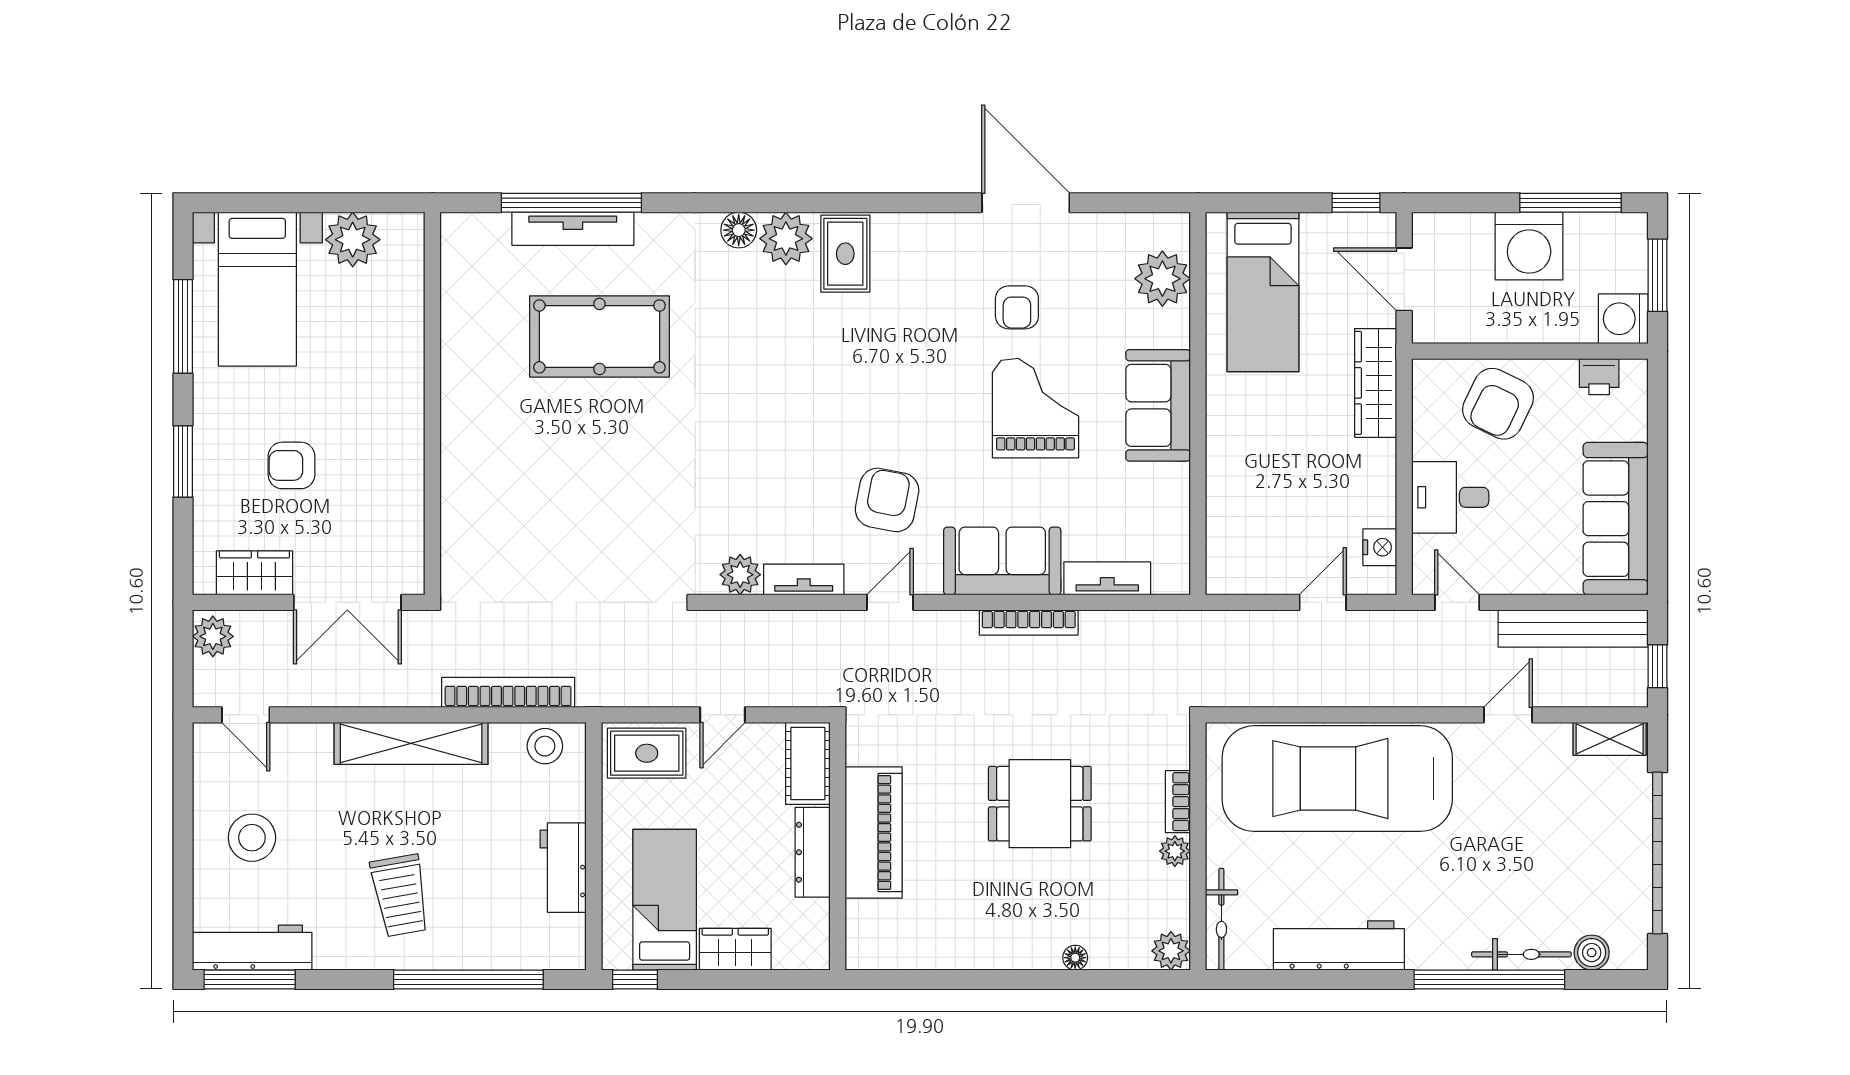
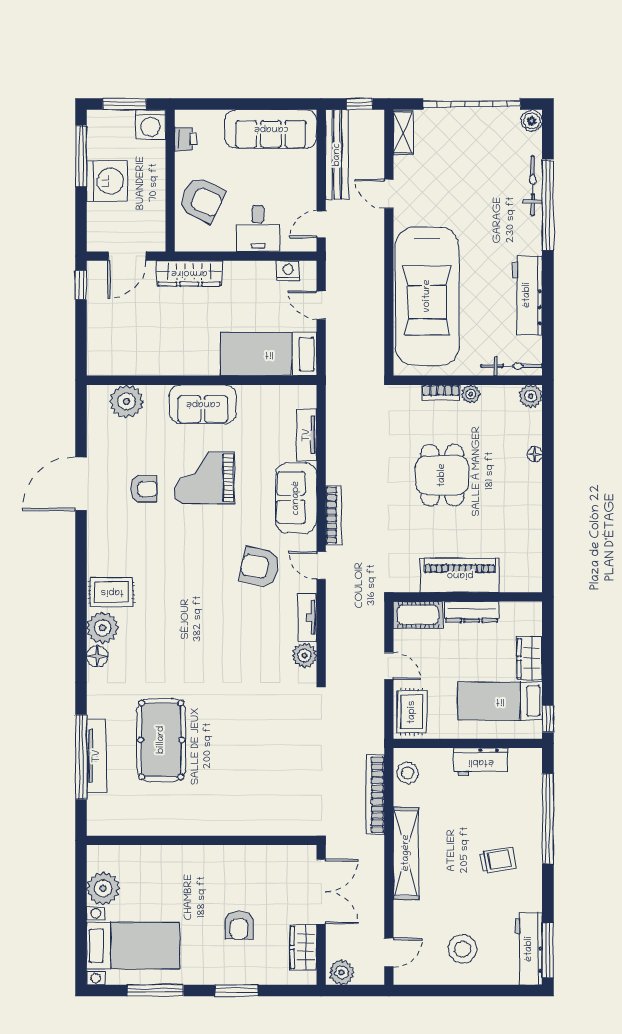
bed: (1263, 292) -> (269, 354), moved, turned 180
bookcase: (1029, 623) -> (333, 515), moved
trolley: (400, 895) -> (497, 860), width x0.73, depth x0.72
boiler: (1592, 953) -> (532, 121), moved

